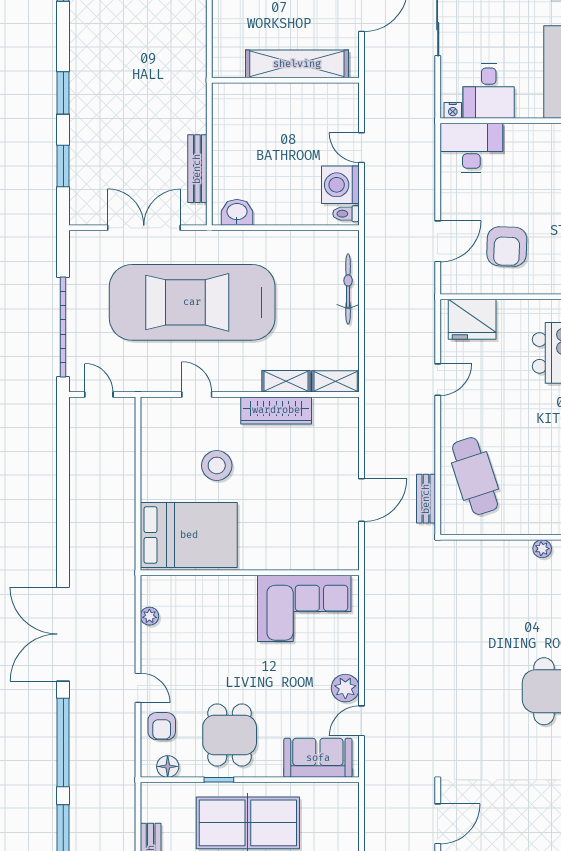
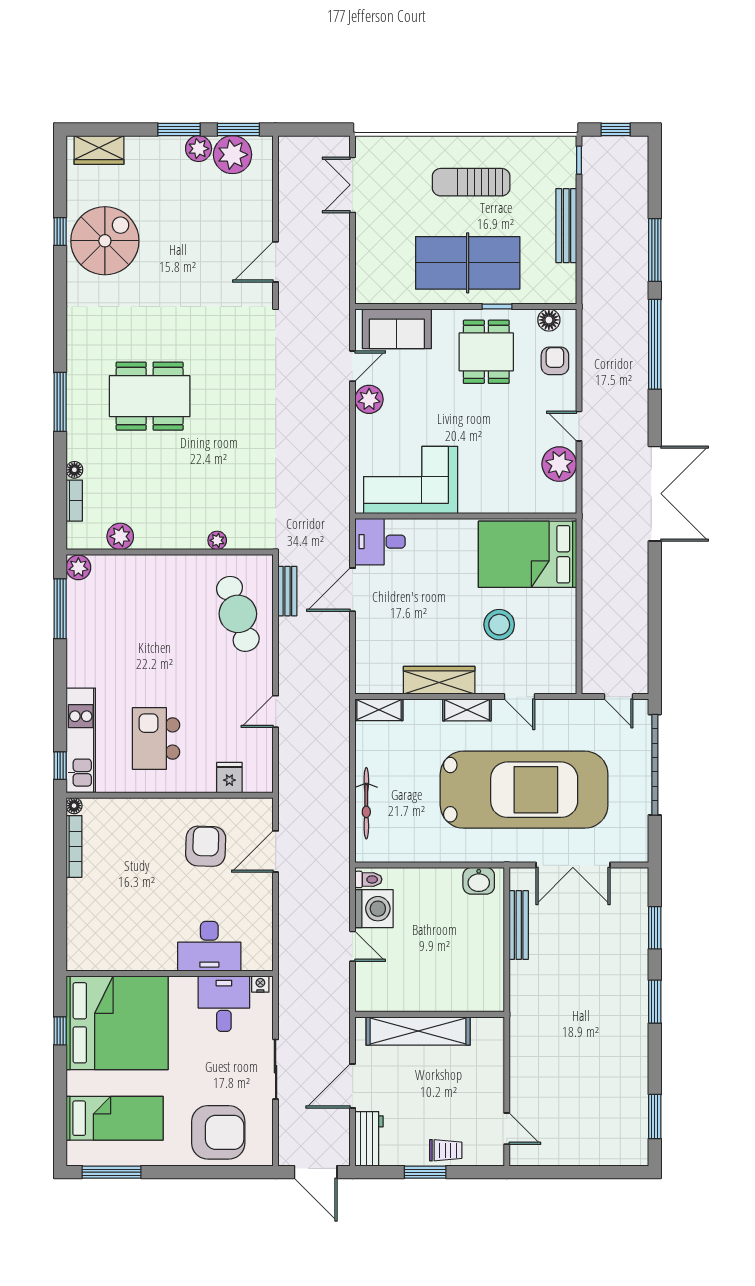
desk: (471, 148) -> (209, 946), moved
fridge: (472, 319) -> (229, 778), width x0.53, depth x0.75
shelving: (286, 381) -> (467, 710), moved
desk: (334, 548) -> (380, 542), added
plant: (542, 549) -> (217, 540), moved
plant: (149, 616) -> (559, 464), width x1.88, depth x1.88
double door: (63, 634) -> (655, 494), moved
door: (138, 688) -> (579, 426), moved

